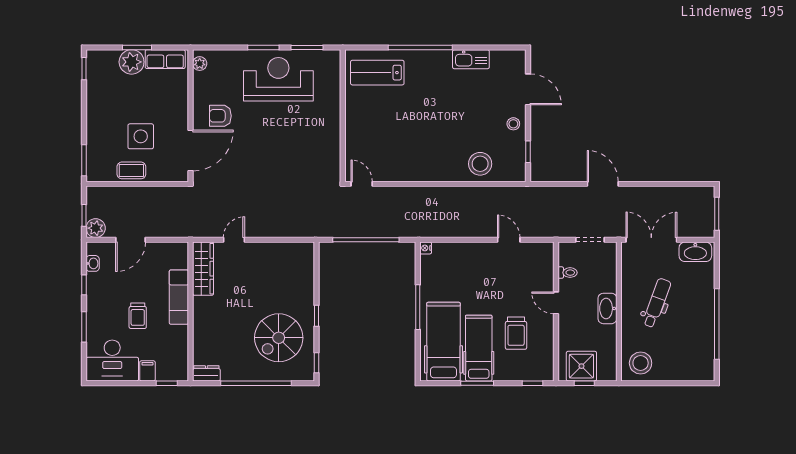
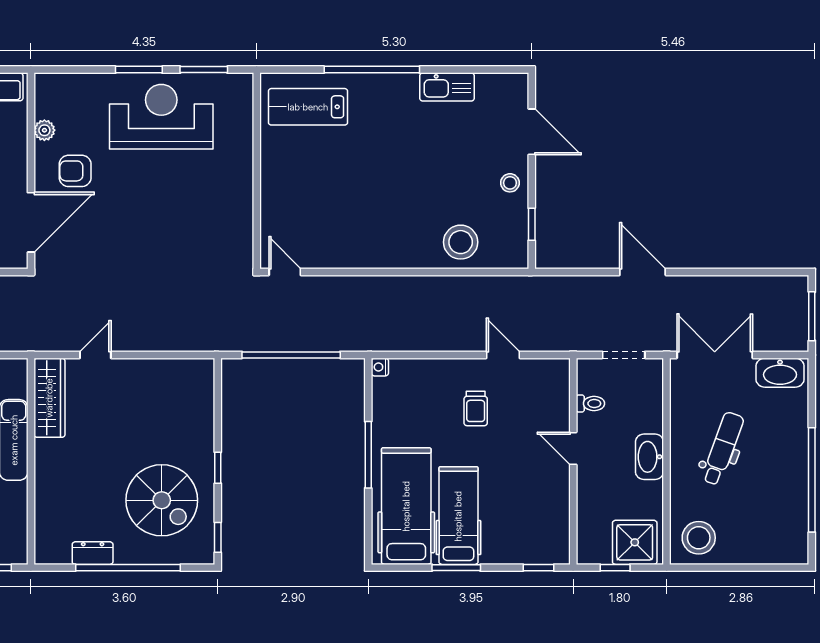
plant: (200, 64) -> (44, 130), moved
trolley: (516, 333) -> (476, 409), moved, width x0.73, depth x0.72
spiral stairs: (279, 338) -> (162, 500), turned -90
shower: (581, 366) -> (635, 542), moved
dresser: (206, 373) -> (93, 553), moved

